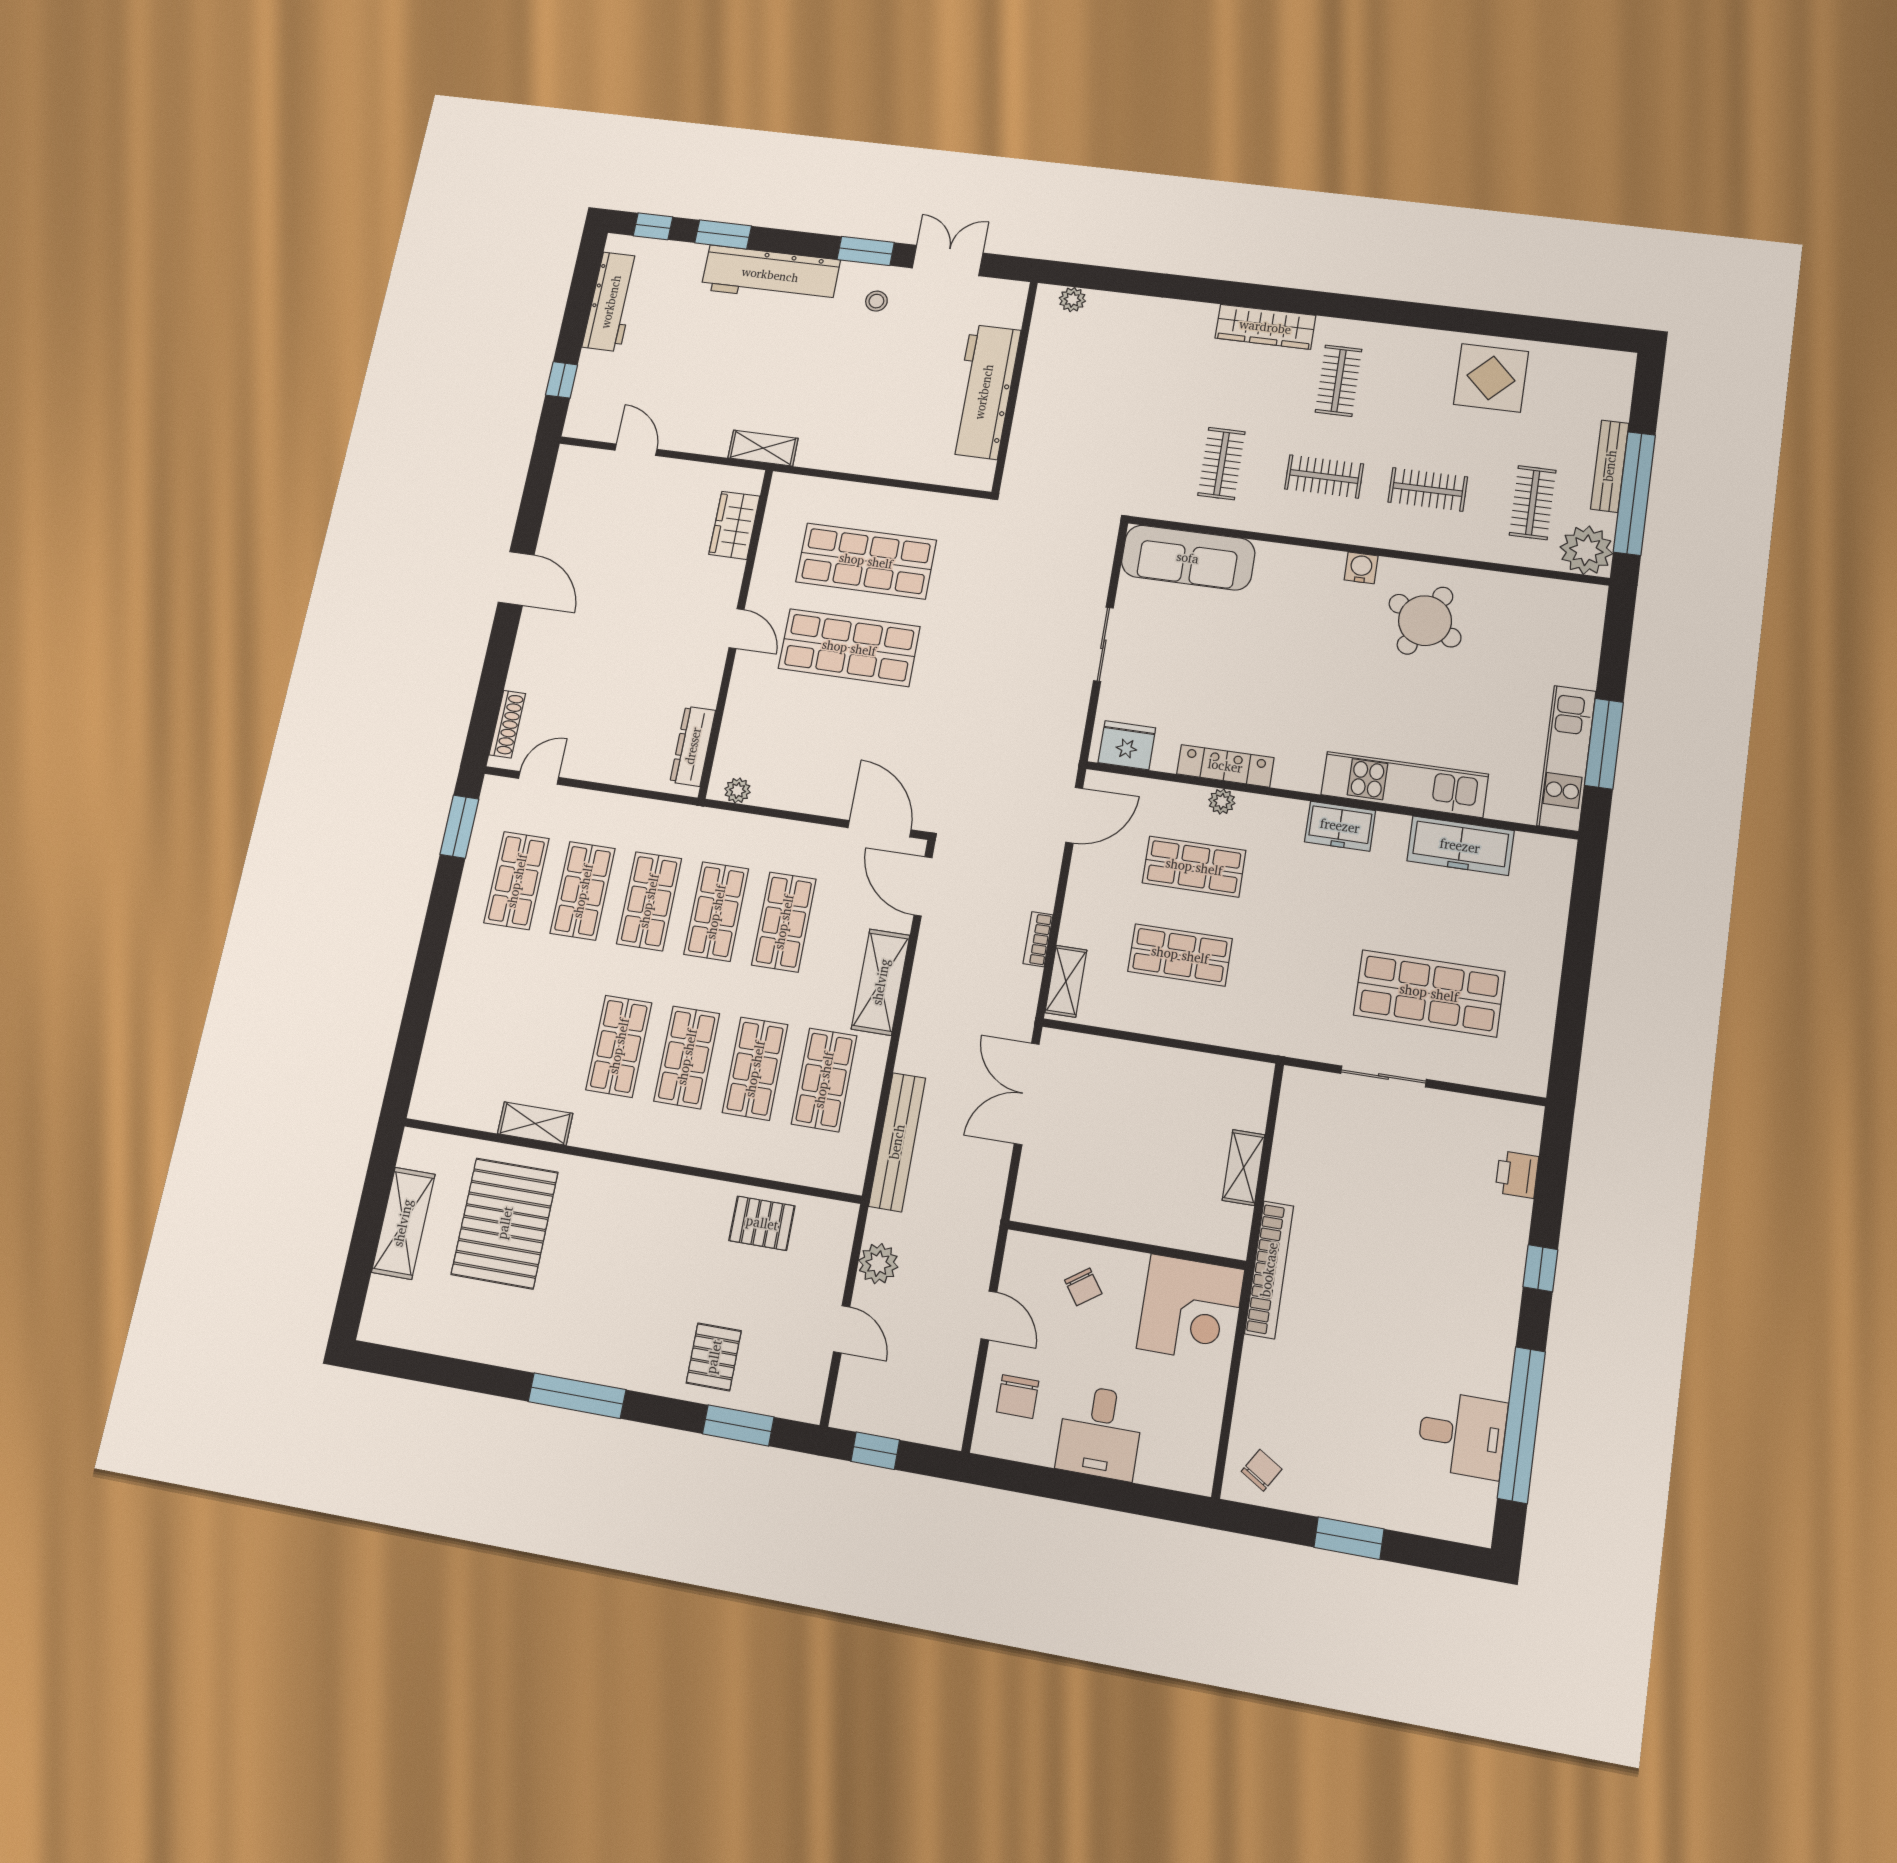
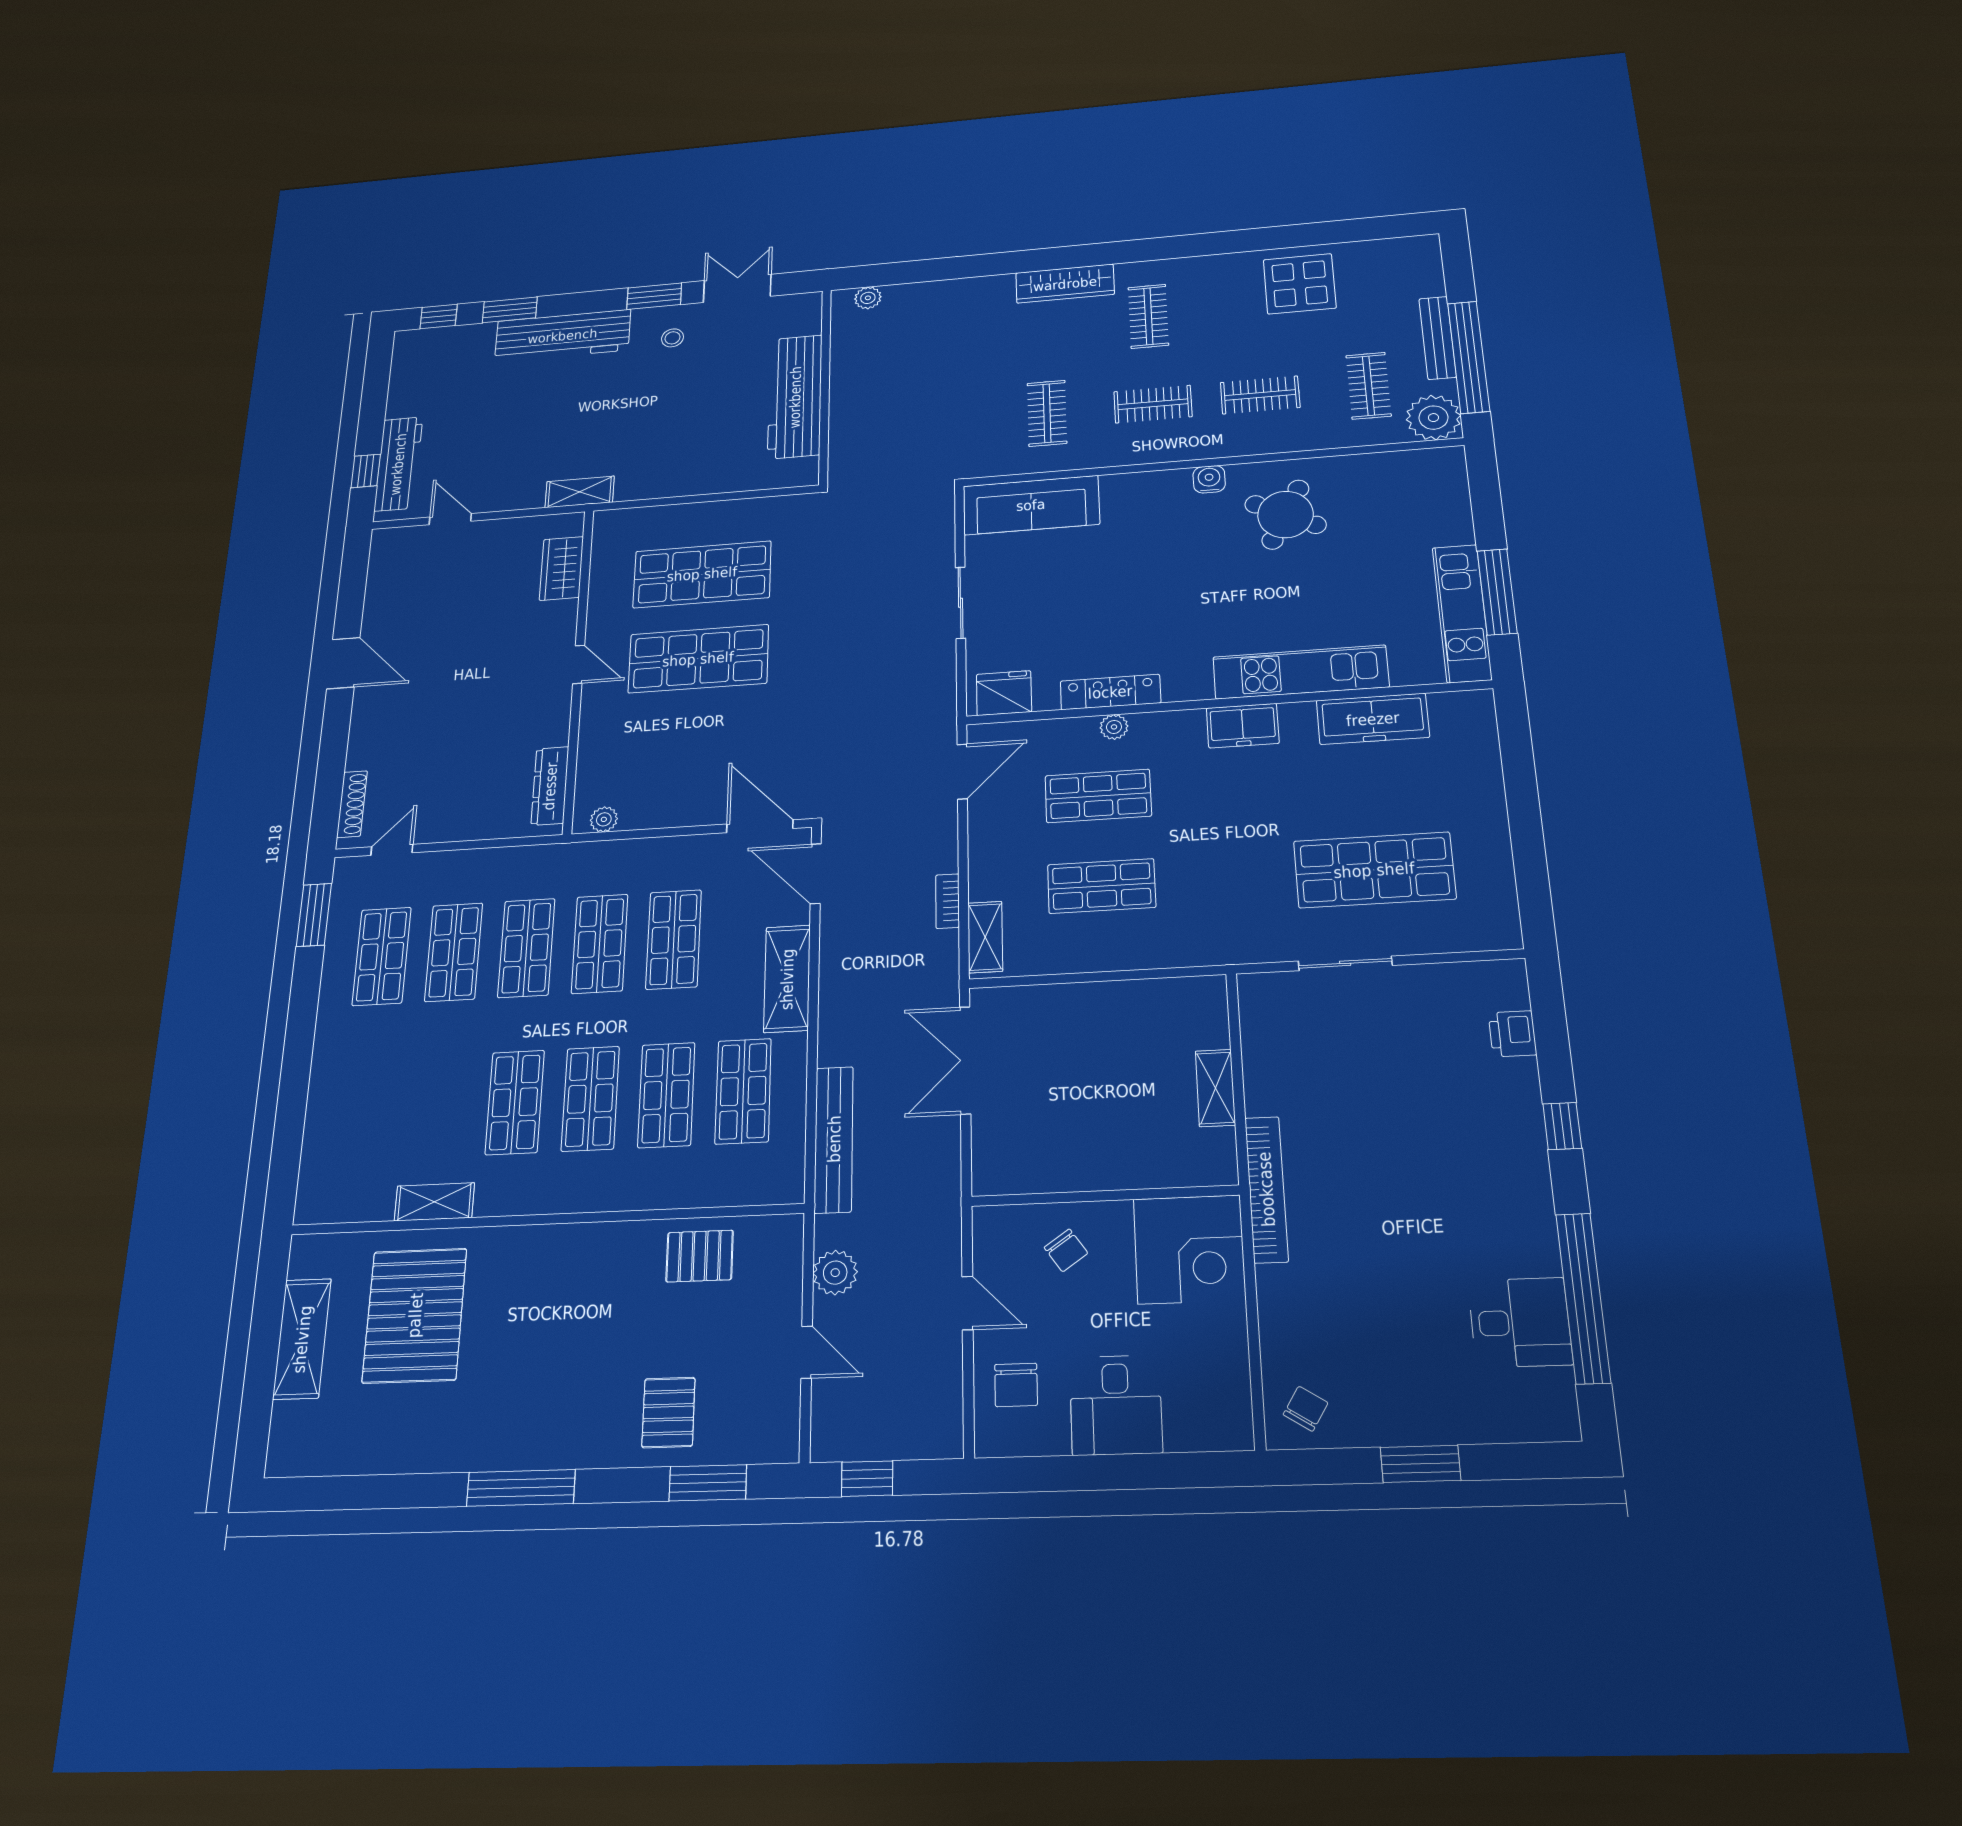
workbench: (611, 302) -> (398, 464), moved

